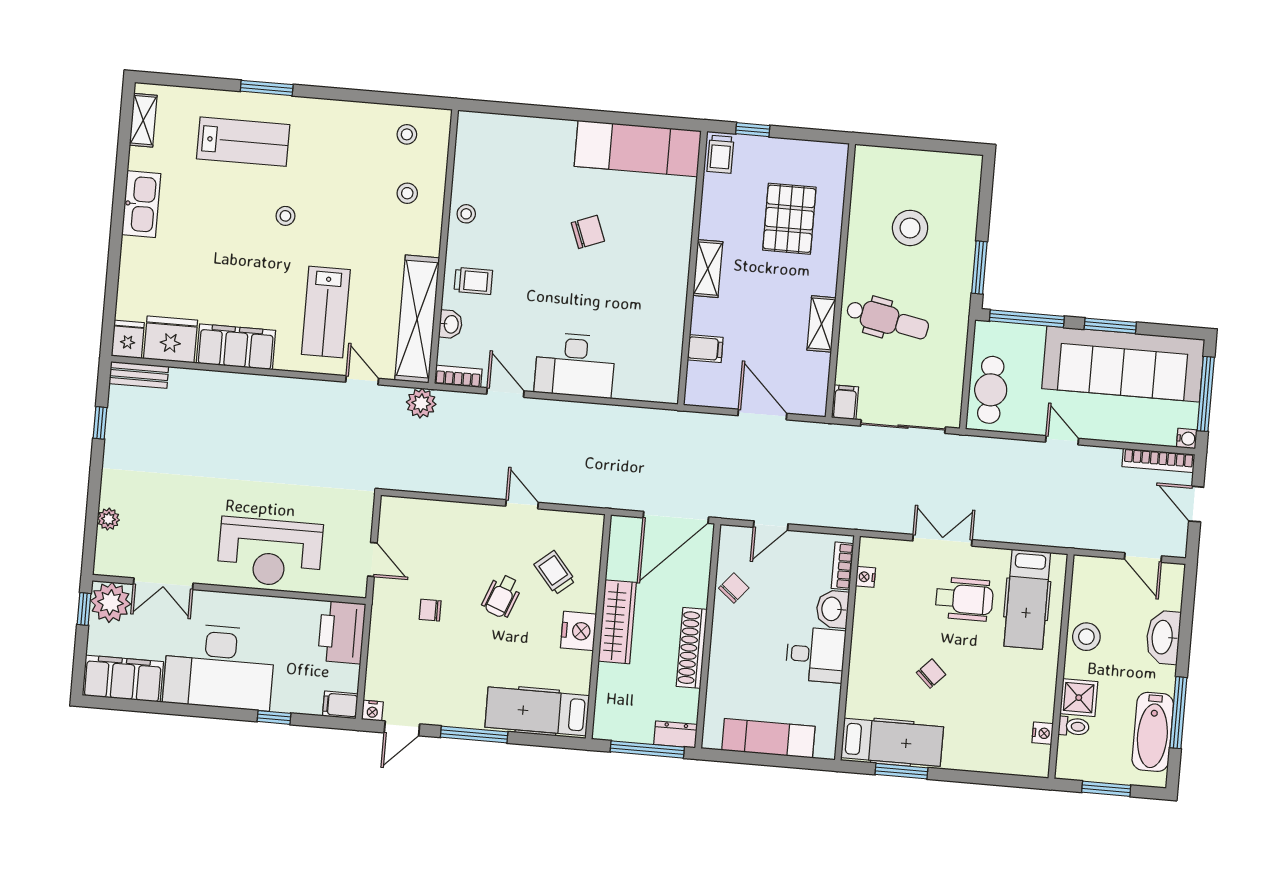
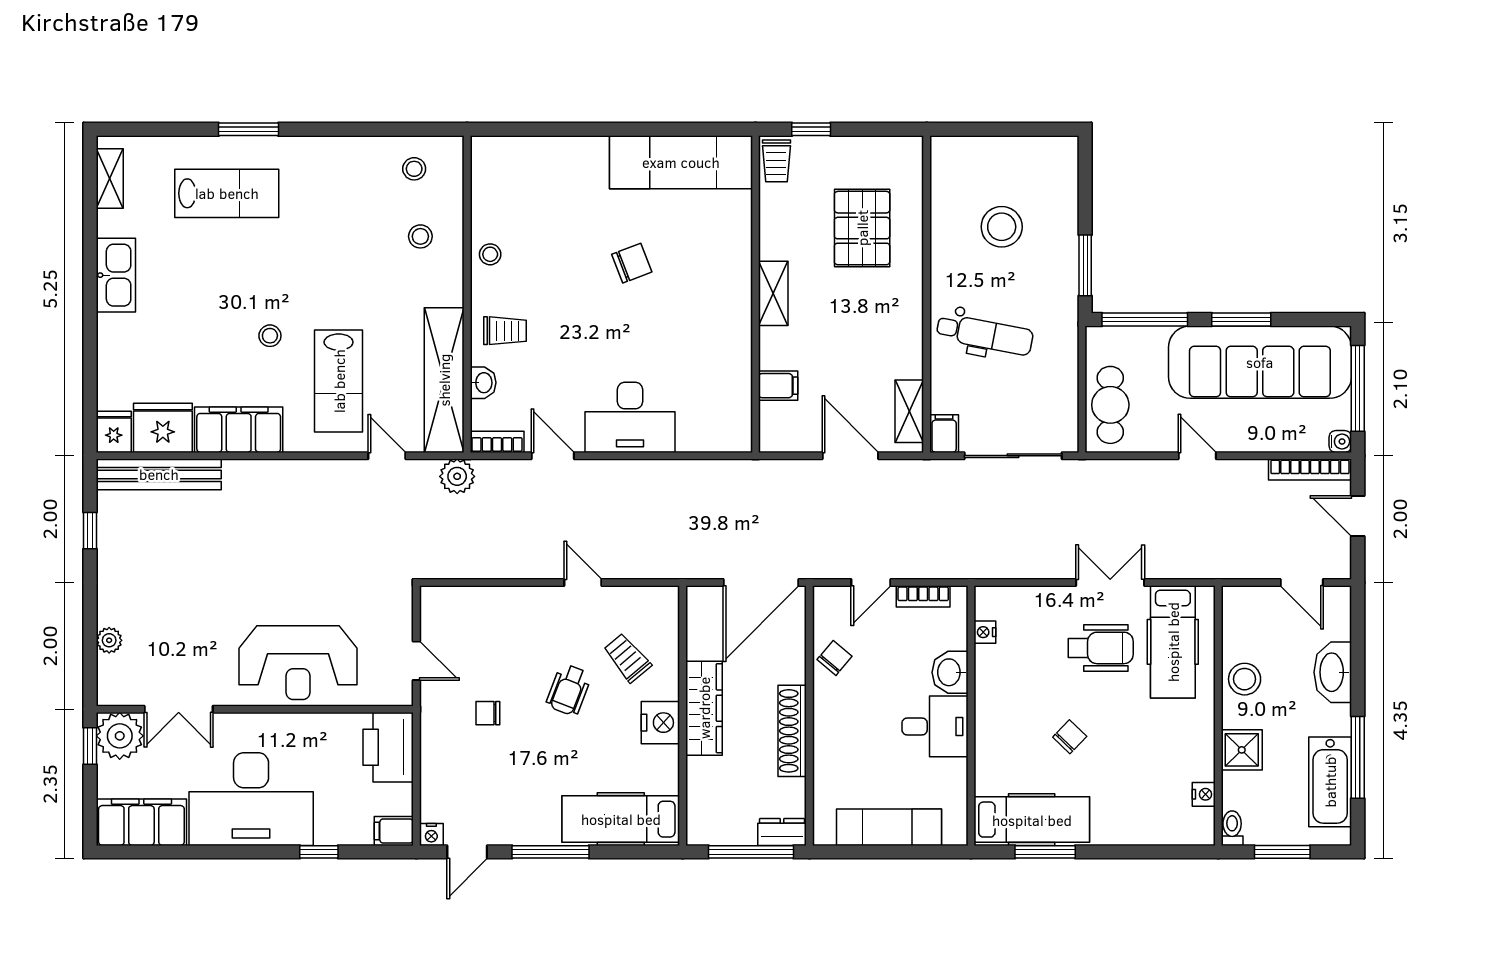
stool: (285, 216) -> (270, 336), moved
shelving: (822, 324) -> (909, 411), moved
bench: (139, 375) -> (159, 474), width x1.86, depth x1.21
double door: (942, 540) -> (1110, 583), moved
bookcase: (842, 566) -> (923, 596), moved, turned -90
toilet: (1074, 726) -> (1232, 828), moved, turned -90

